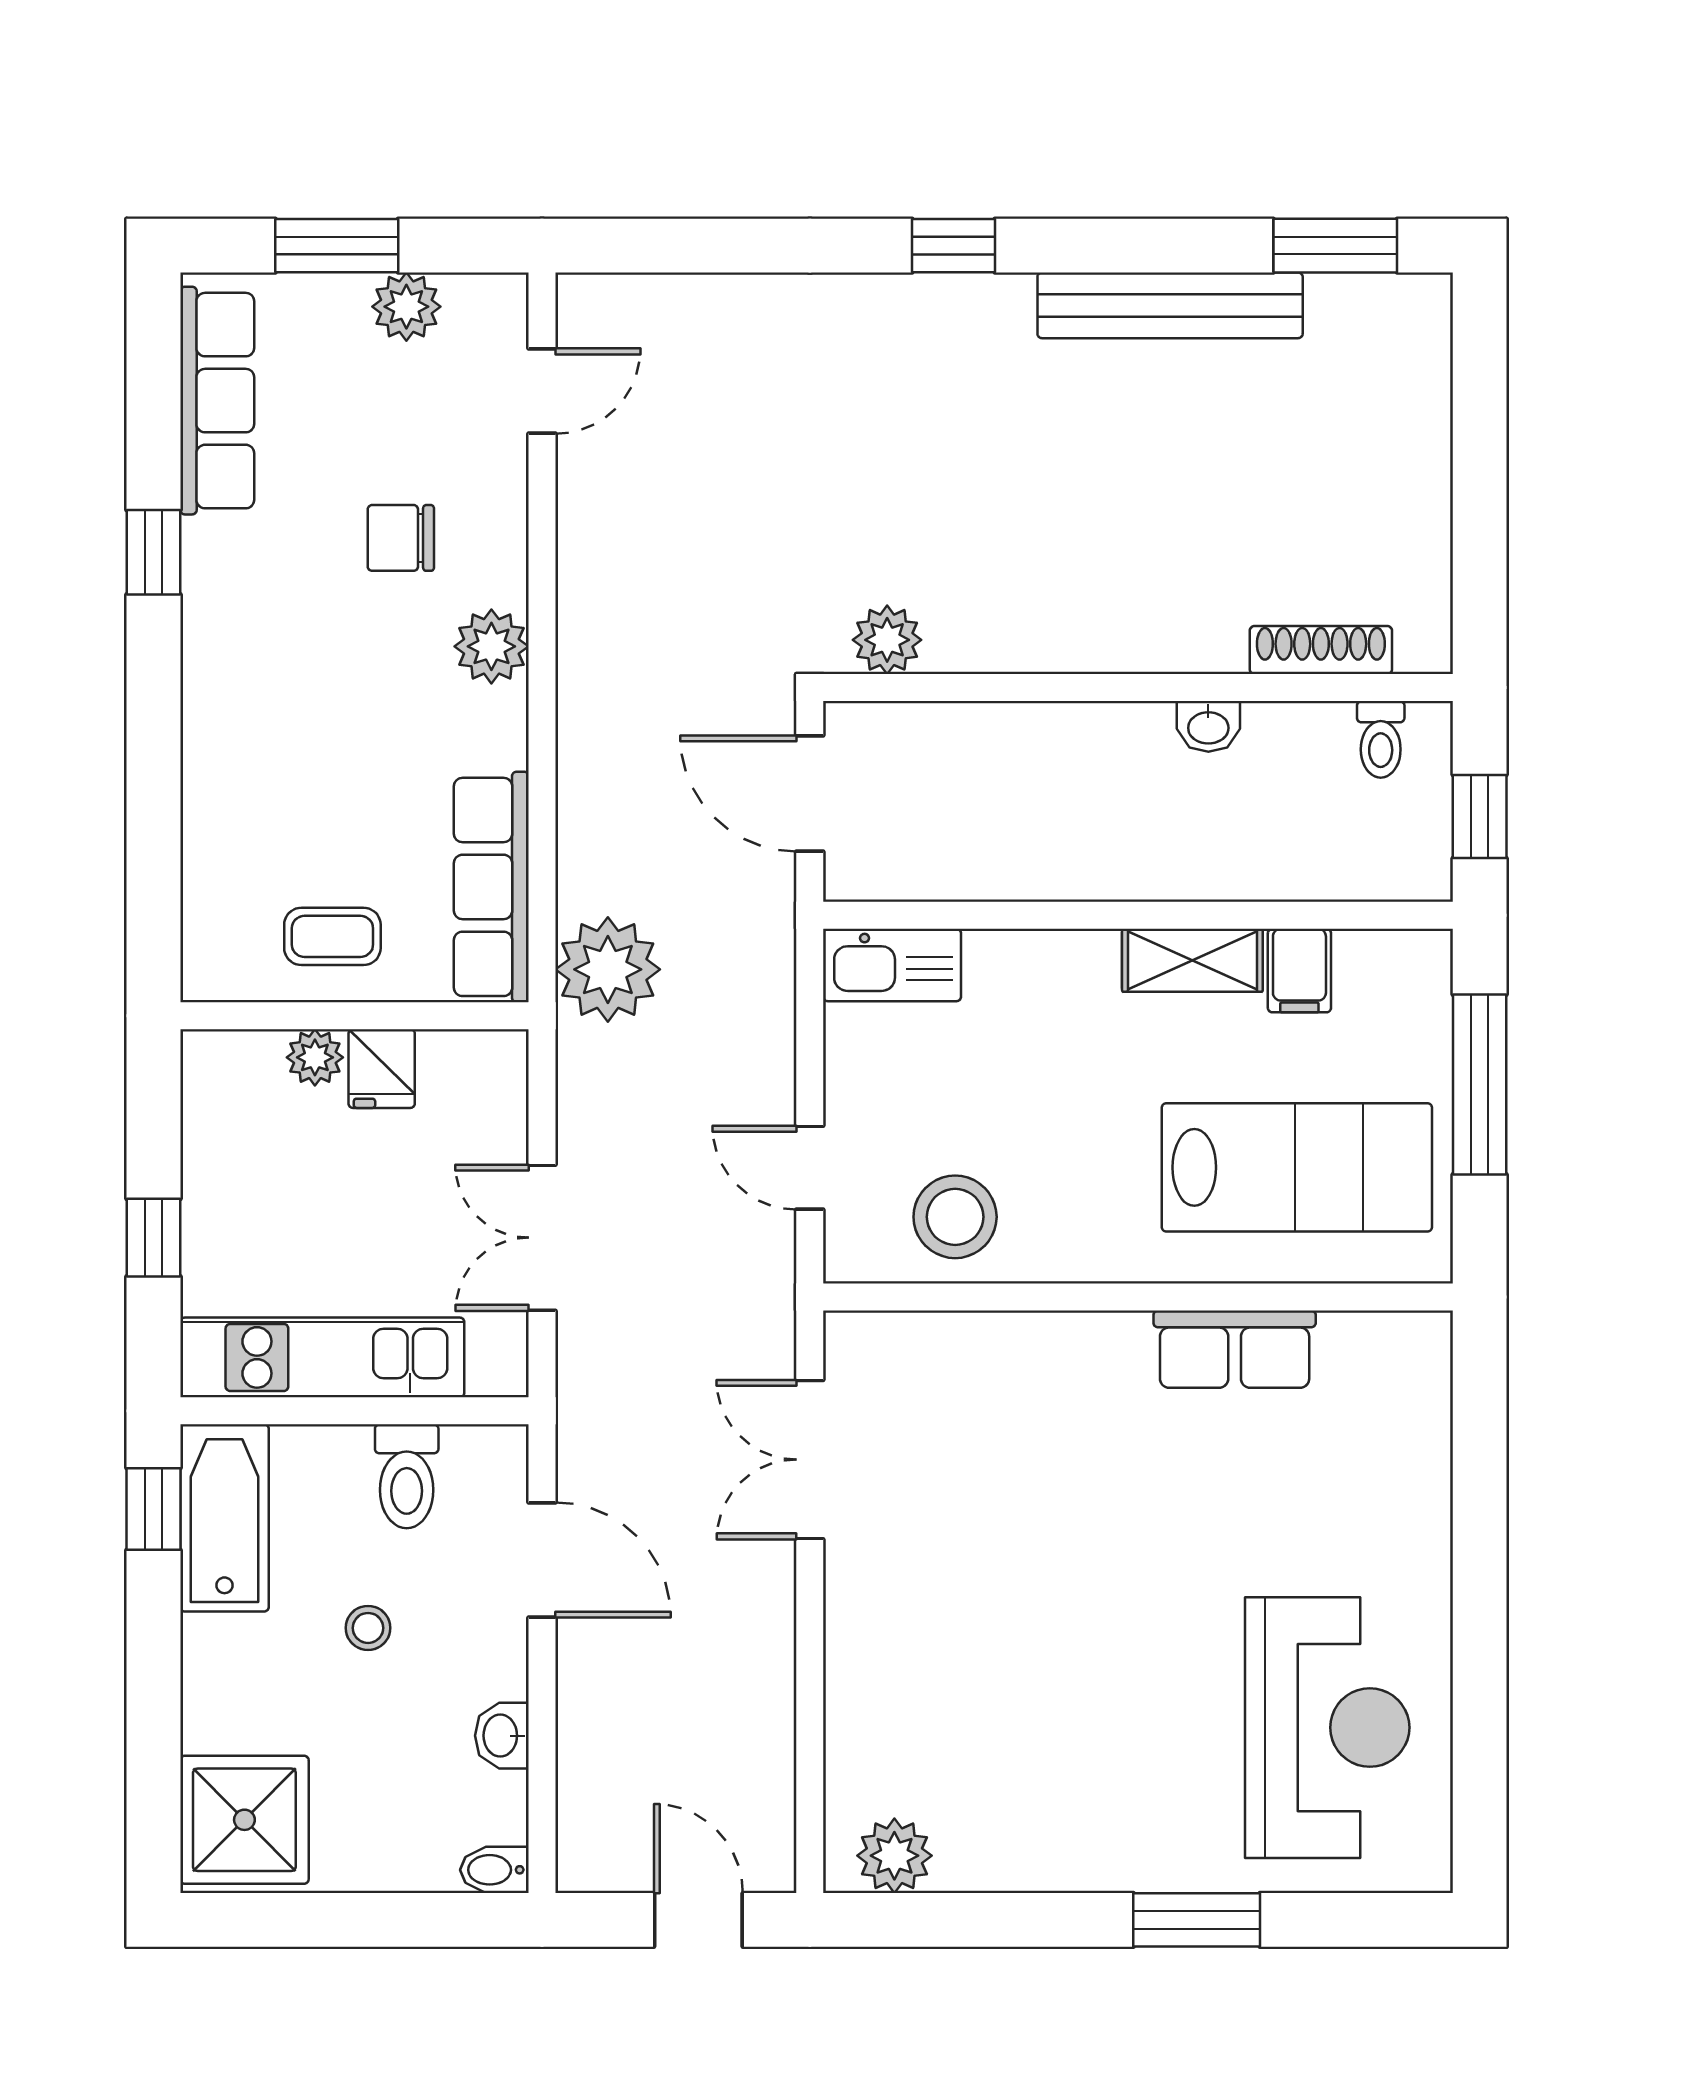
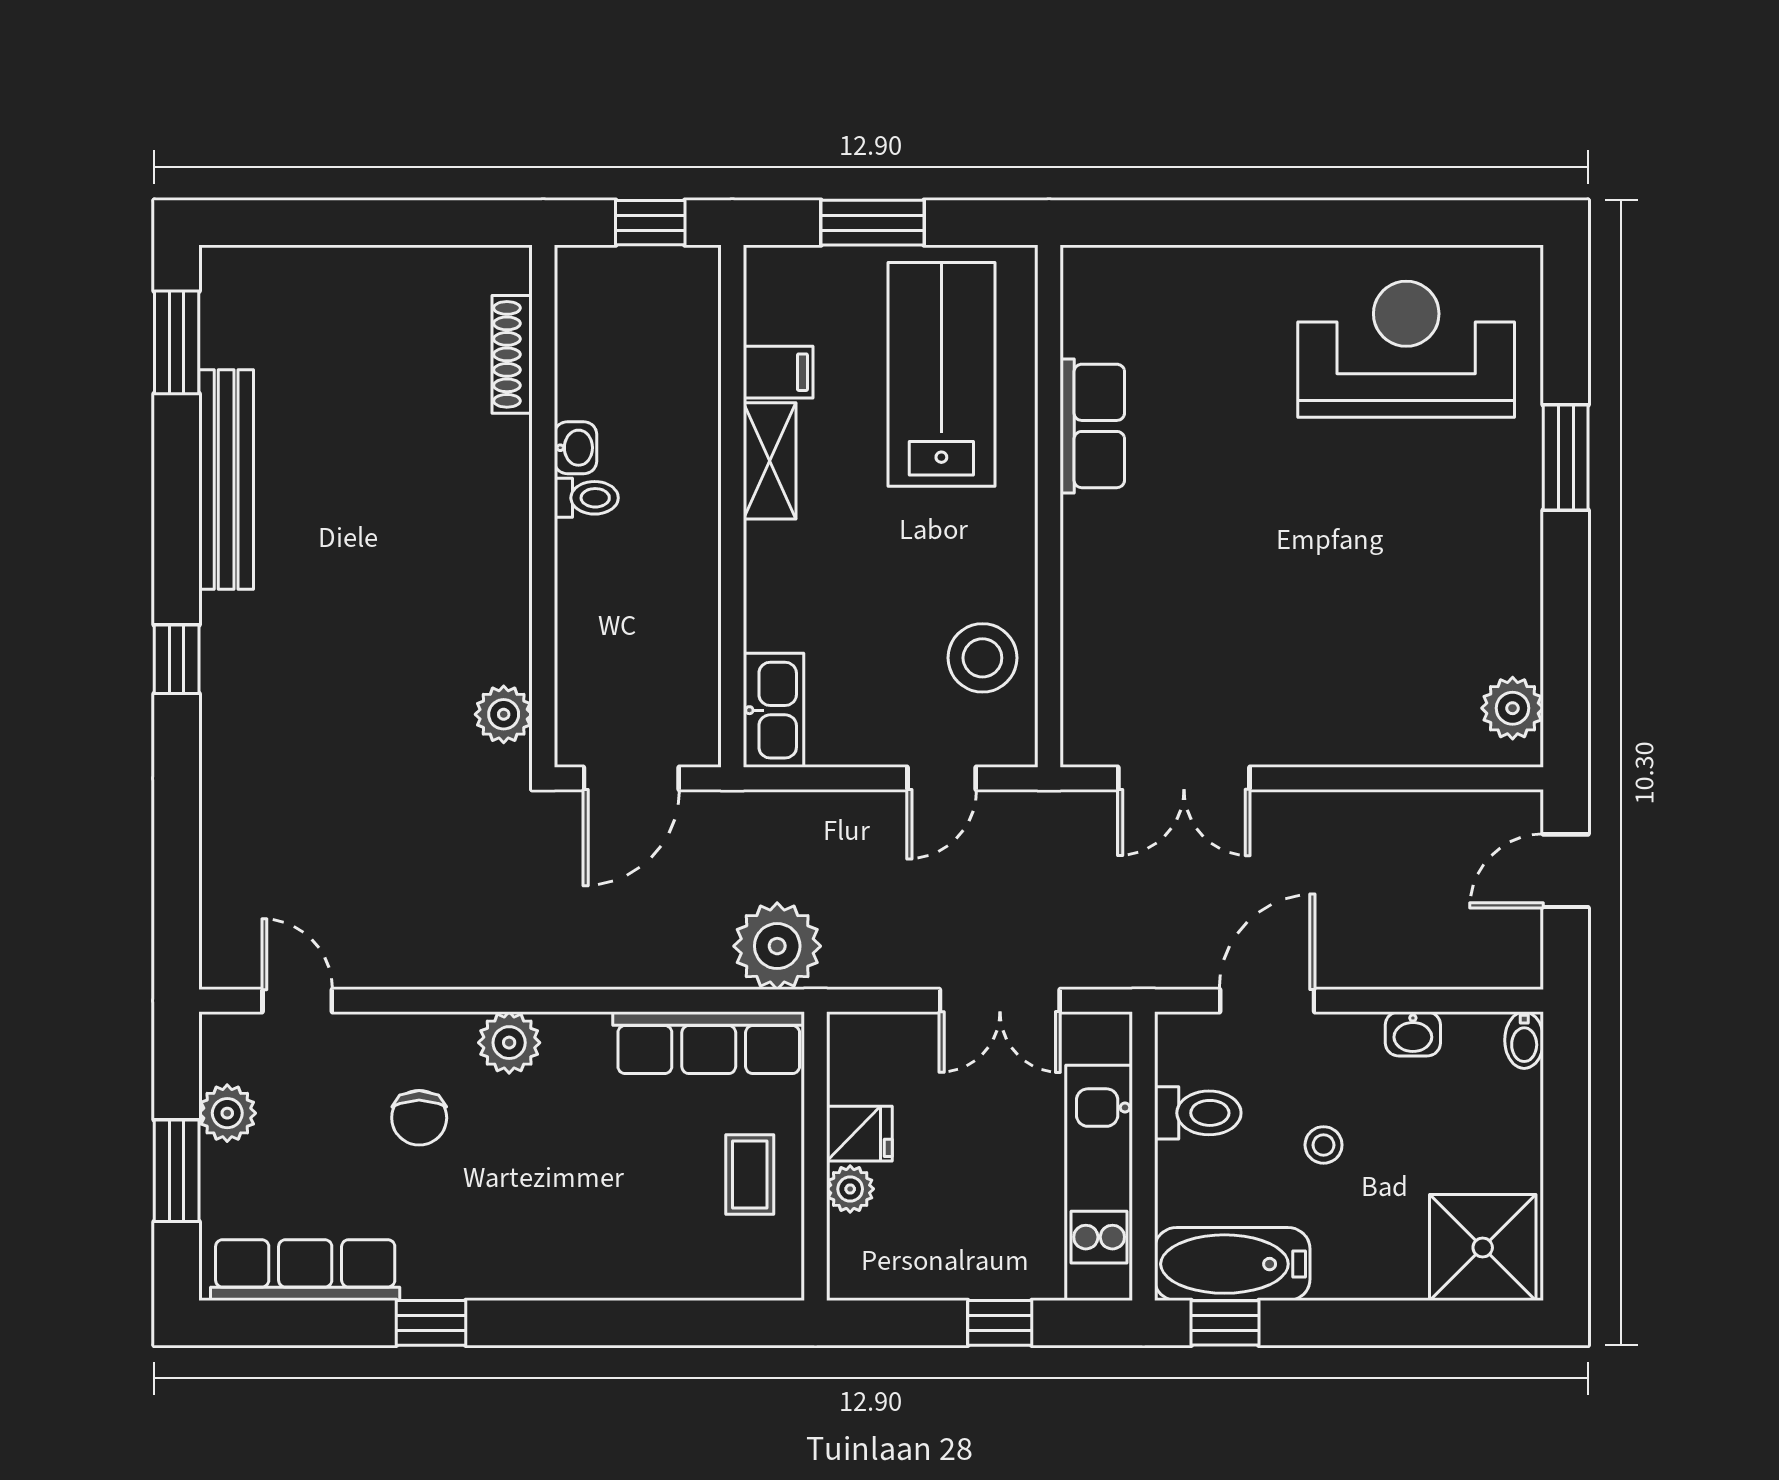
toilet: (1381, 739) -> (586, 498), moved
window: (1480, 1084) -> (873, 223), width x0.69

